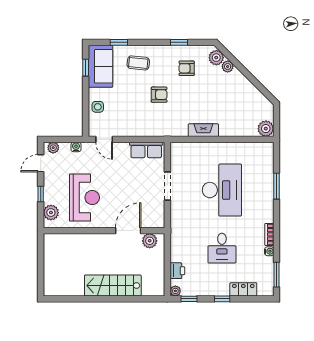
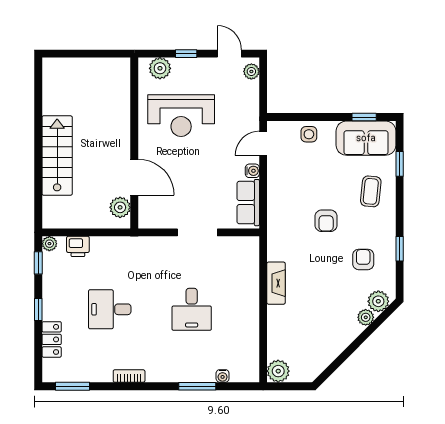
water cooler: (76, 147) -> (252, 171), moved
desk: (222, 190) -> (192, 309), width x0.53, depth x0.77
water cooler: (269, 251) -> (223, 376), moved

